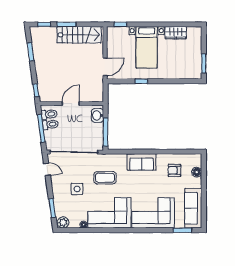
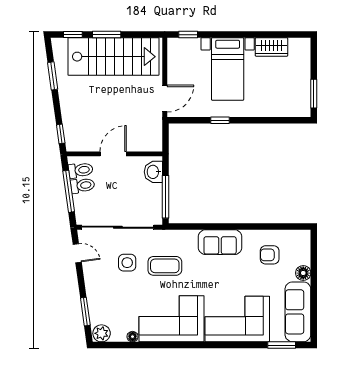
stairs: (79, 35) -> (113, 57), width x1.36, depth x1.51
floor lamp: (197, 172) -> (303, 273), moved
side table: (77, 189) -> (127, 263), moved

